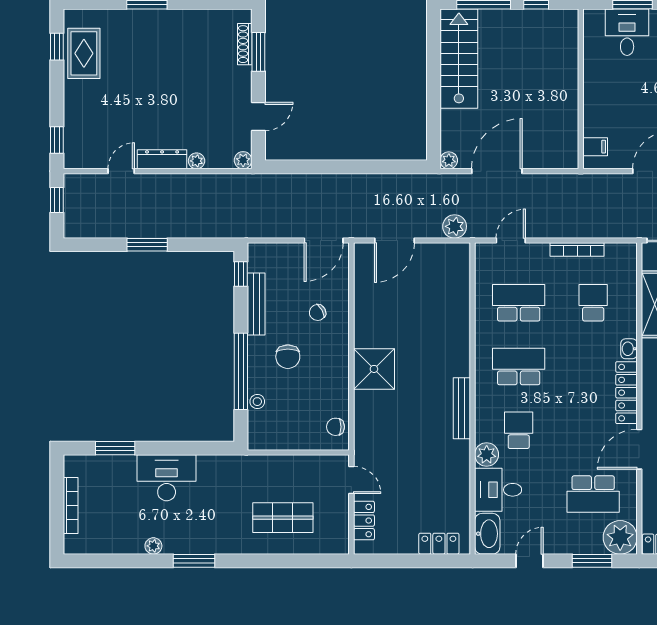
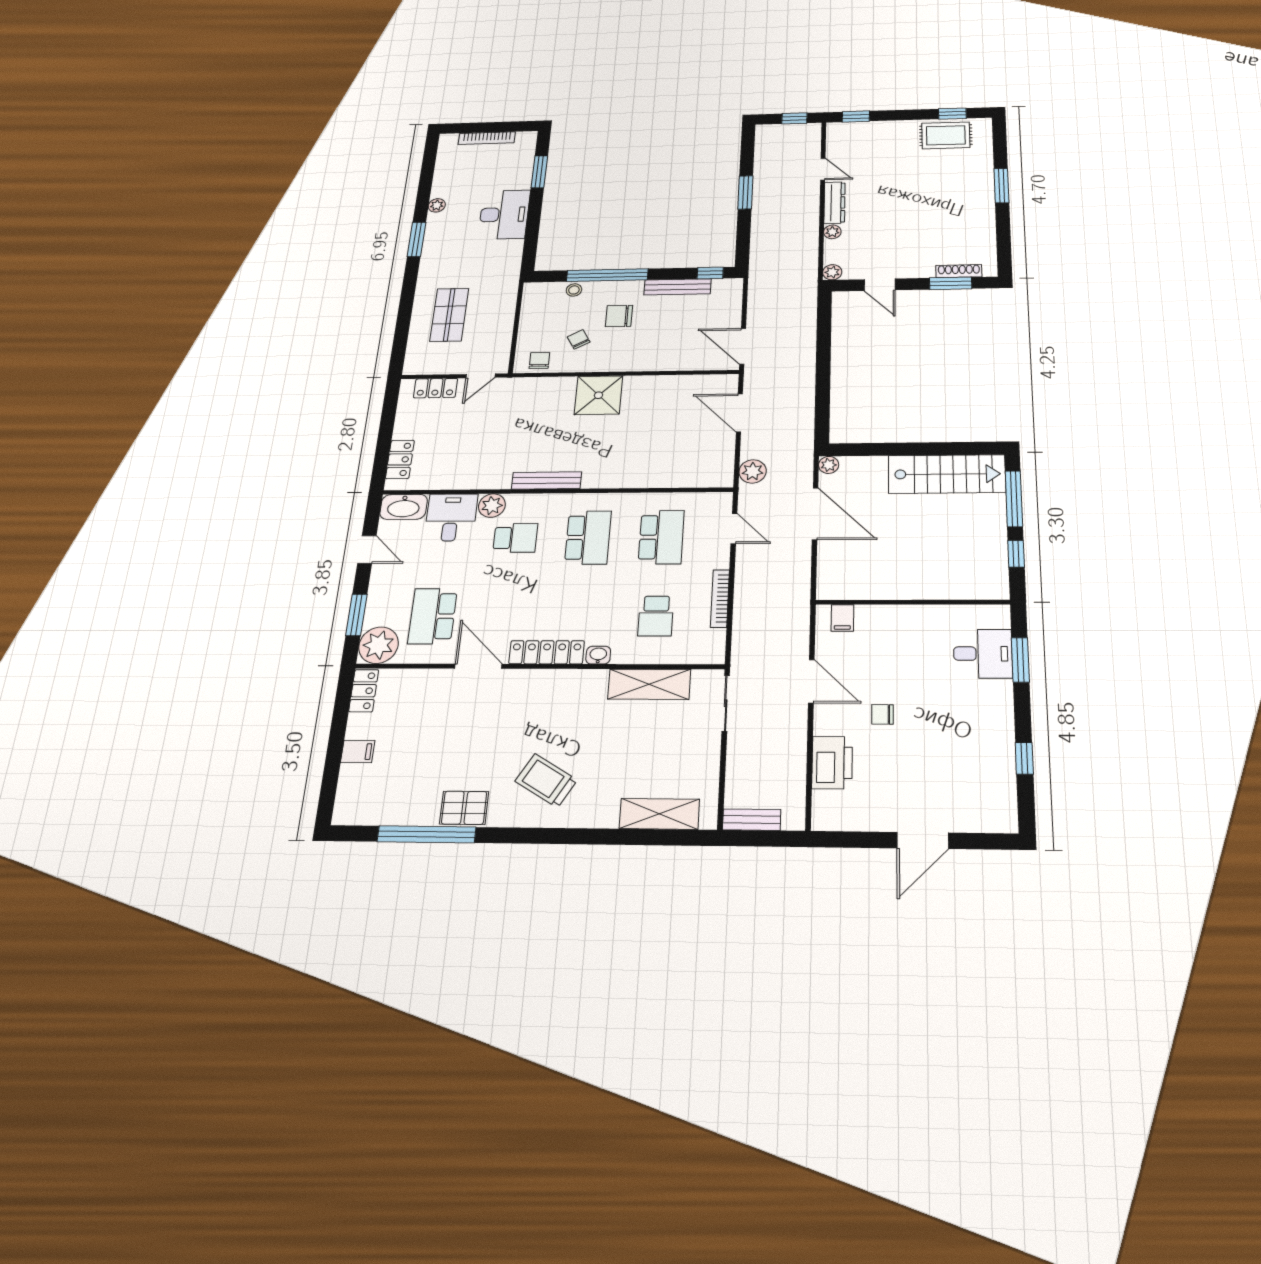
school desk: (593, 303) -> (656, 616), turned 90
chair: (318, 312) -> (579, 339), moved

